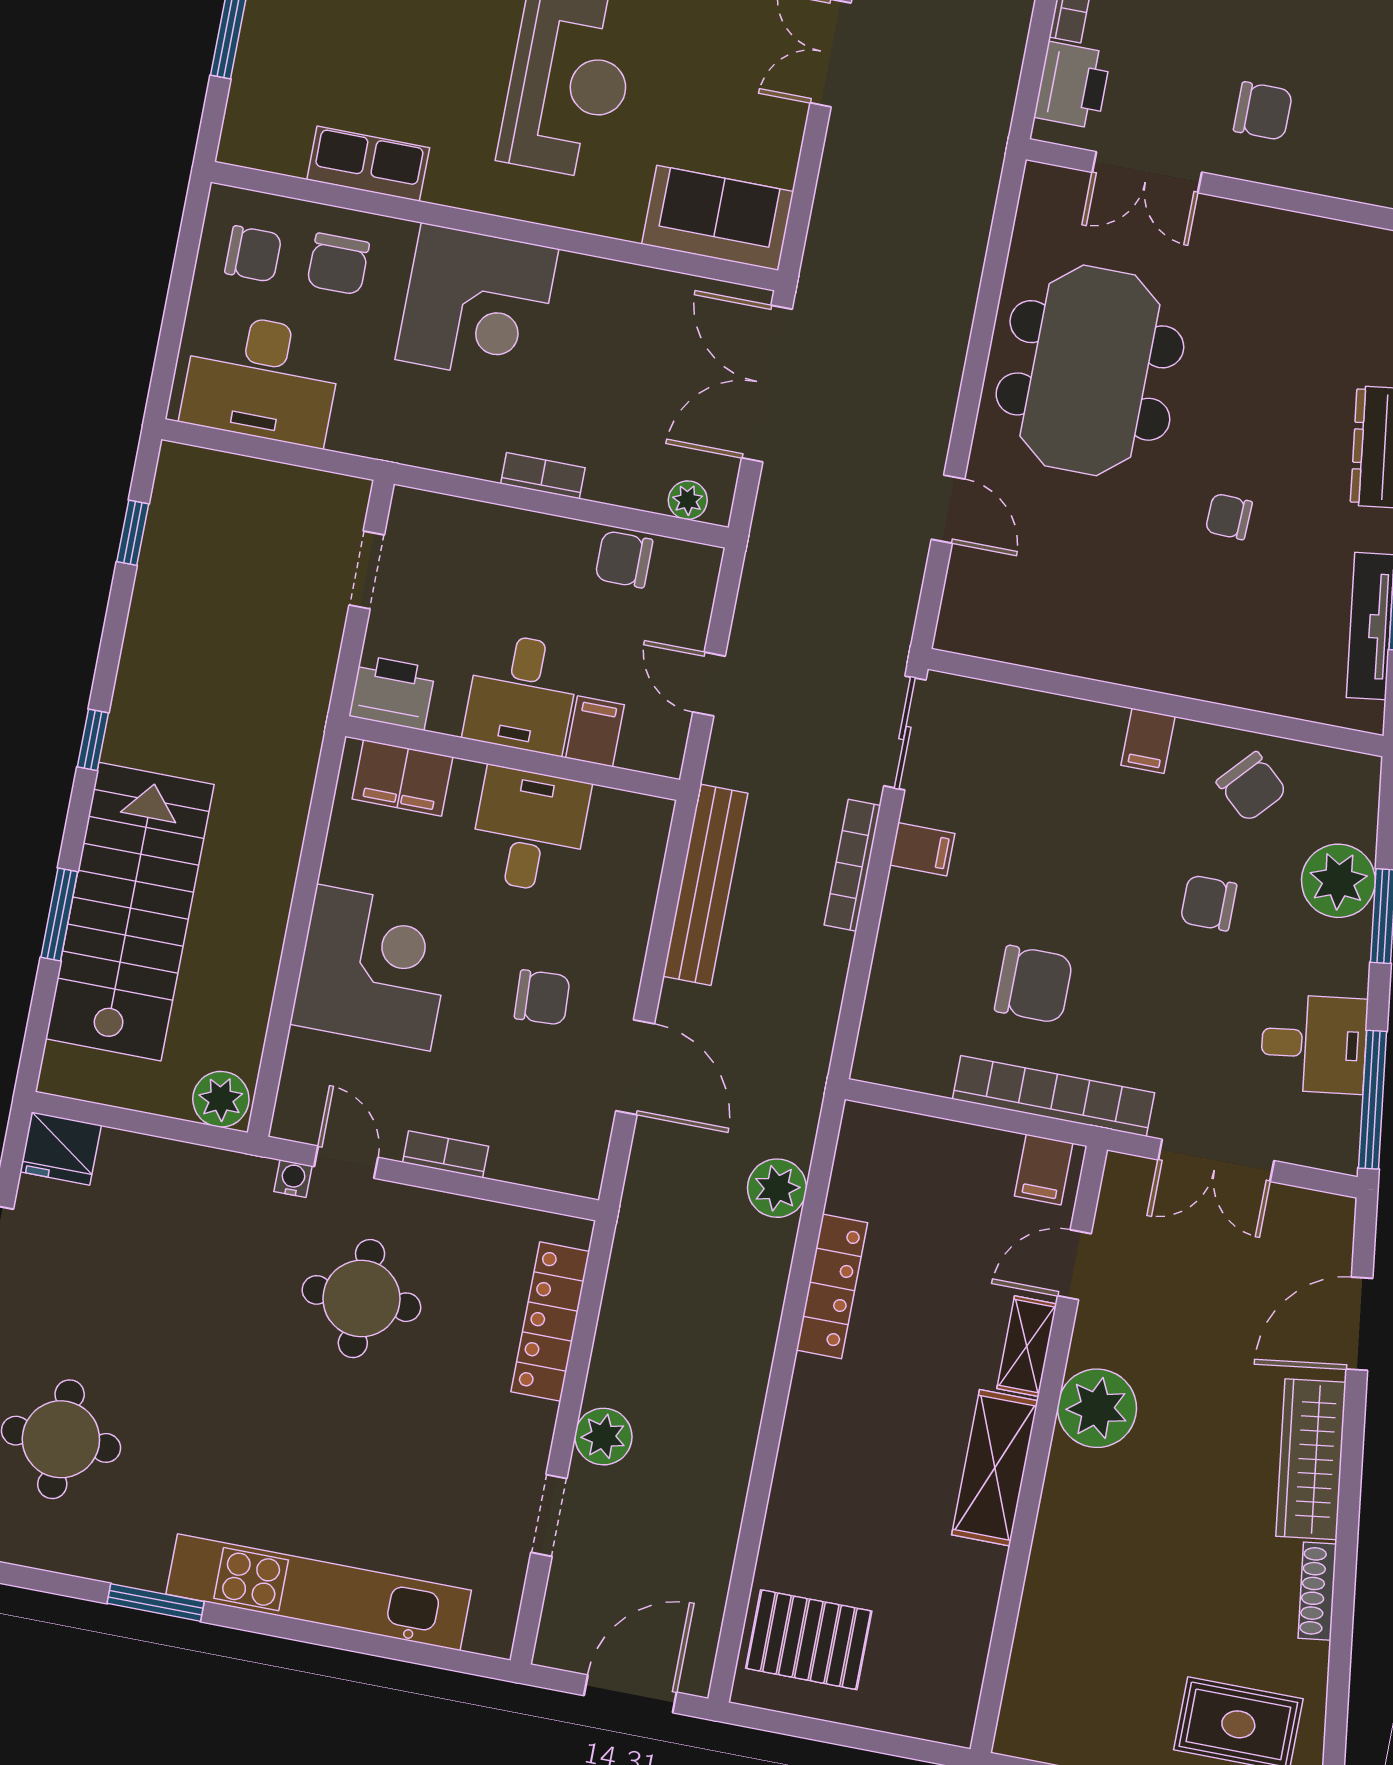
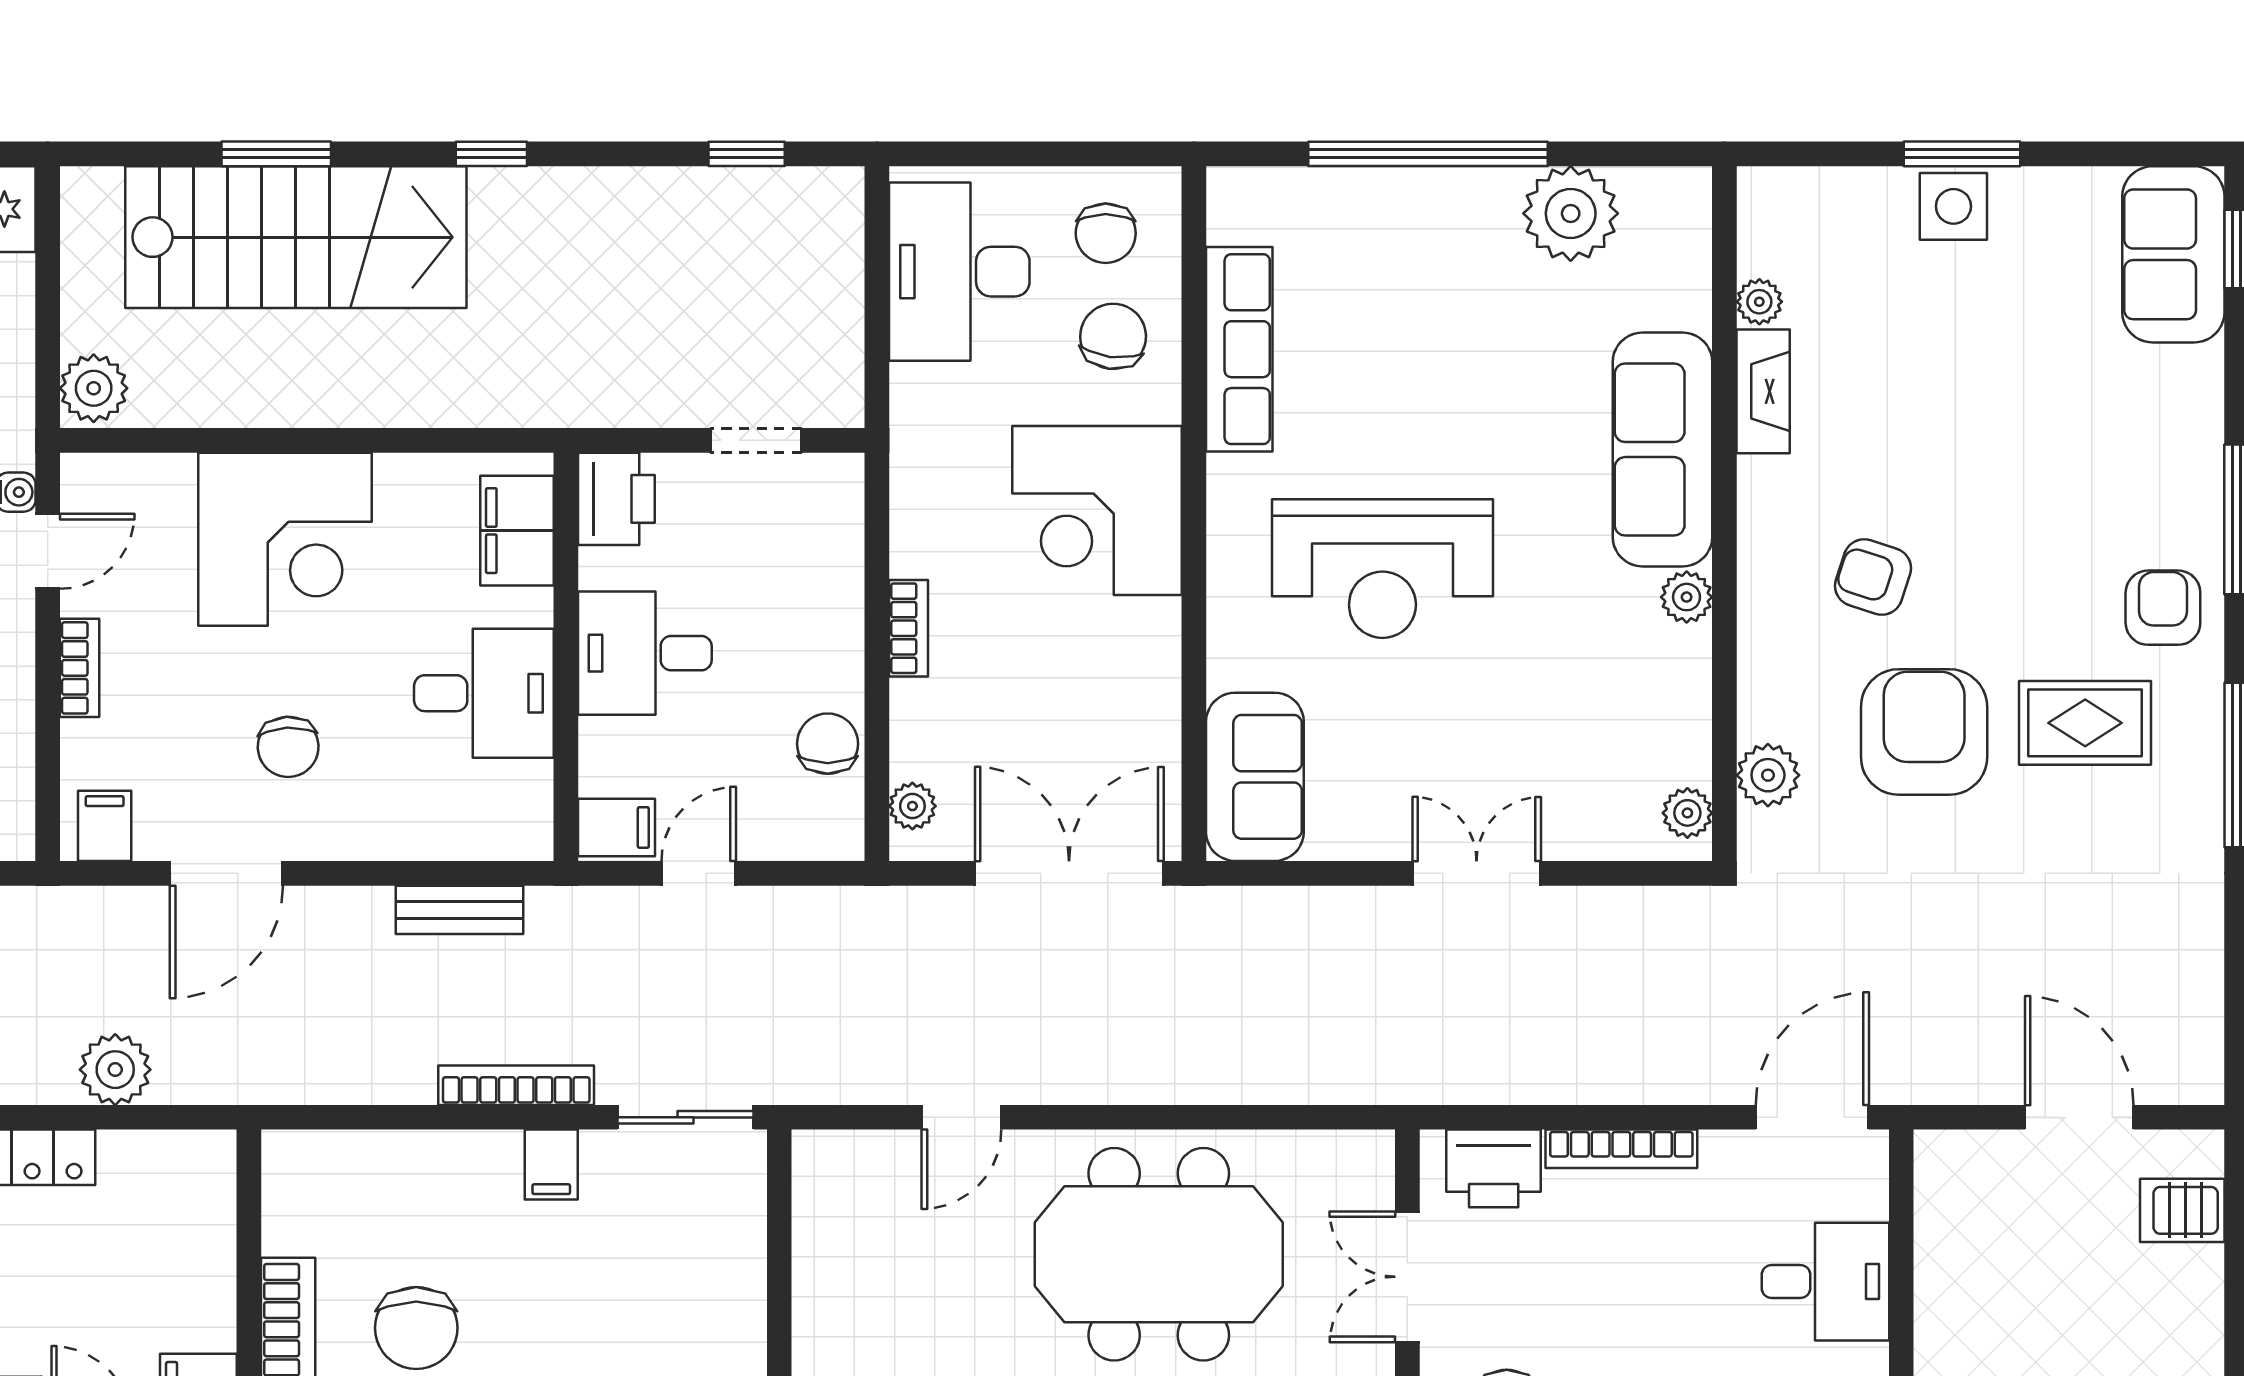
row of seats: (368, 164) -> (1239, 349), width x1.48
chair: (338, 264) -> (1113, 336), turned 97
filing cabinet: (595, 731) -> (616, 827), moved
bench: (705, 885) -> (459, 910), width x0.54, depth x0.82
filing cabinet: (578, 1159) -> (105, 826), added

